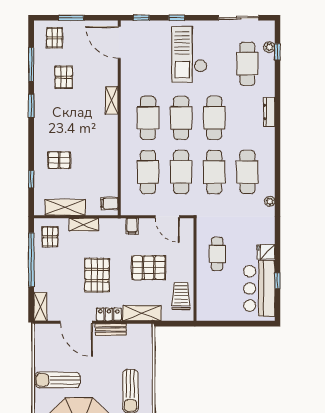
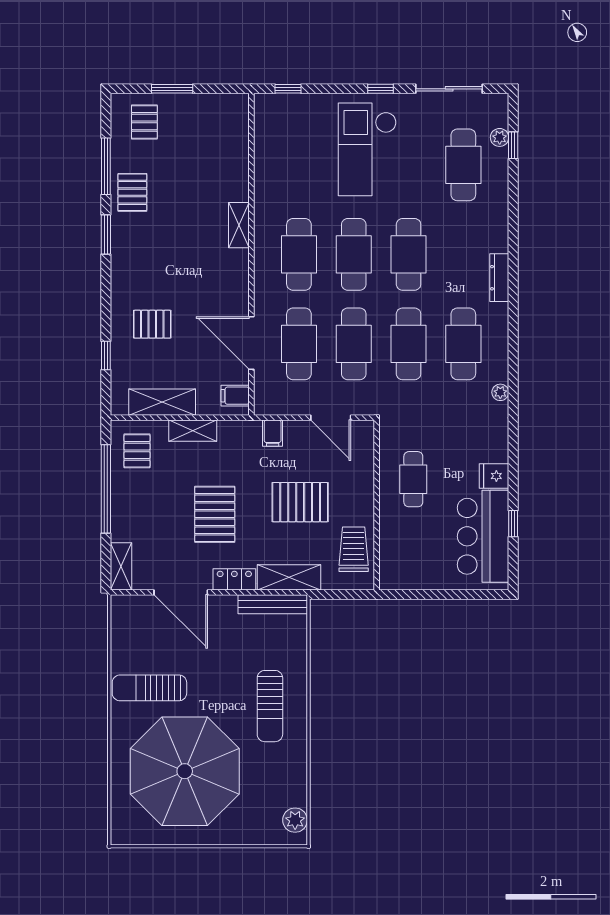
window: (177, 18) -> (380, 89), moved
door: (119, 42) -> (251, 343), moved
pallet: (64, 77) -> (132, 192), moved
dresser: (269, 112) -> (499, 278), moved
bench: (111, 329) -> (273, 604), moved, width x1.36

